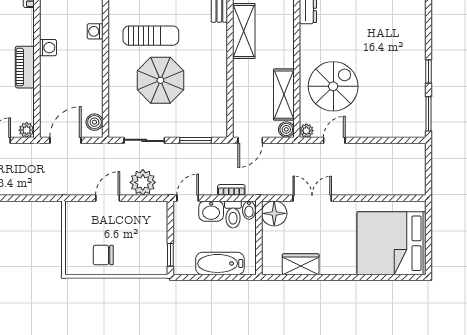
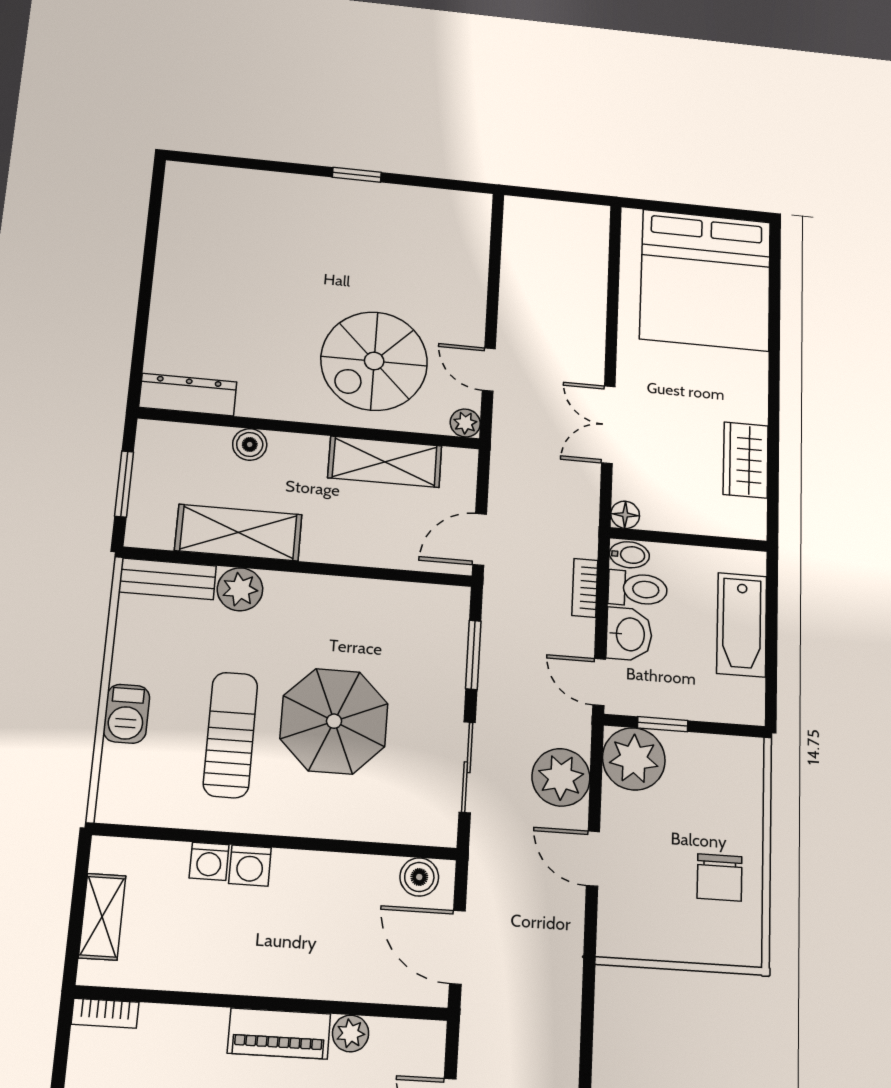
plant: (217, 34) -> (240, 589), added
washing machine: (48, 48) -> (250, 866), moved, turned 180
spiral stairs: (333, 86) -> (374, 361), turned -90
window: (428, 114) -> (444, 184), removed
boiler: (286, 129) -> (250, 444), moved
plant: (27, 130) -> (351, 1033), moved
door: (250, 140) -> (480, 539), swing flipped
floor lamp: (274, 213) -> (625, 515), width x0.53, depth x0.53
plant: (154, 215) -> (634, 759), added
window: (170, 255) -> (663, 724), moved

